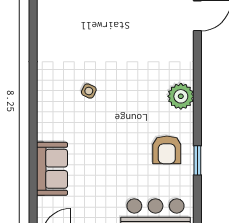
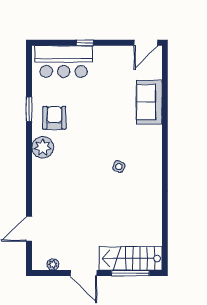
plant: (181, 96) -> (43, 147), moved

